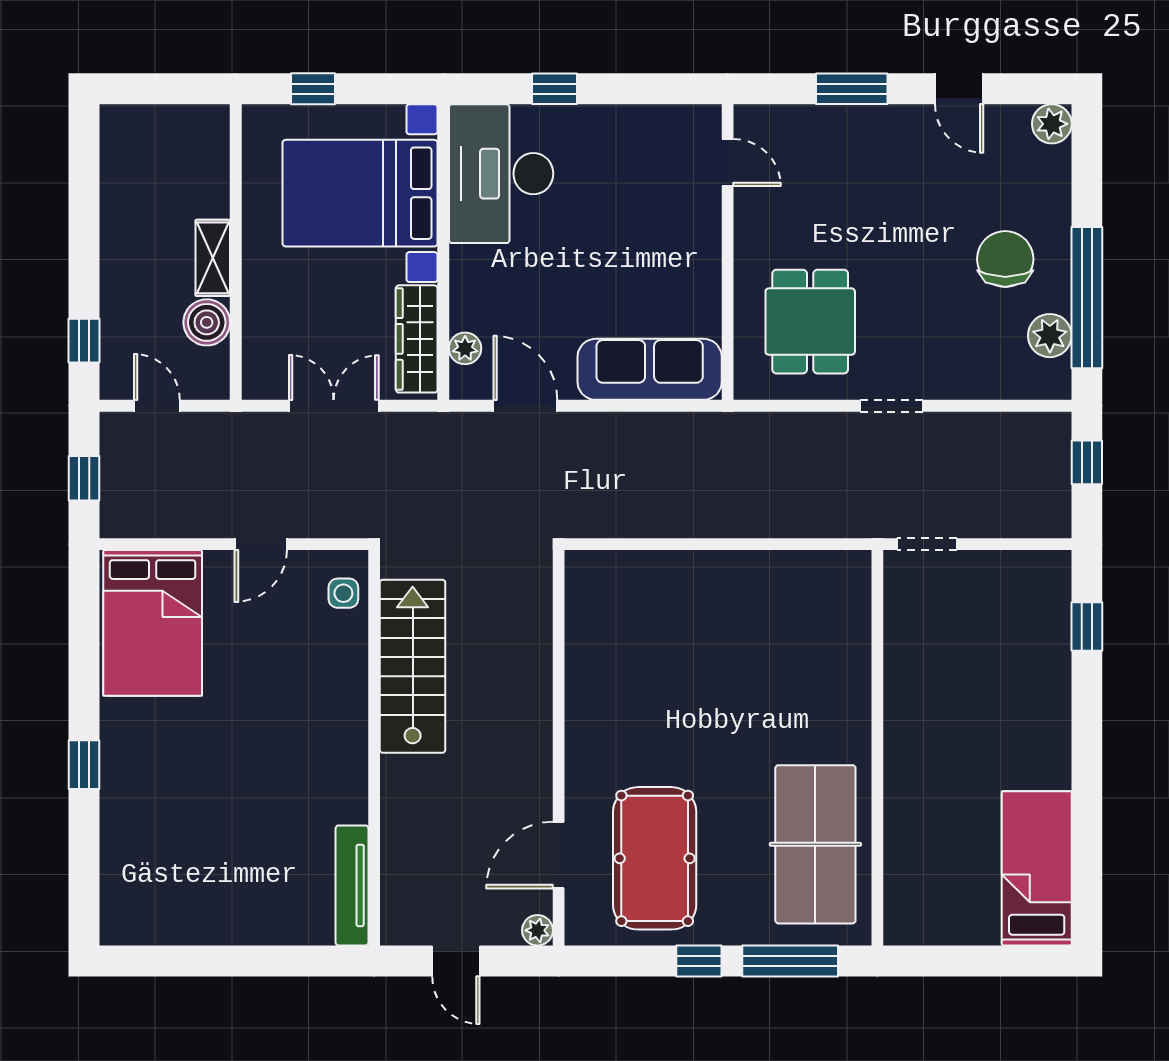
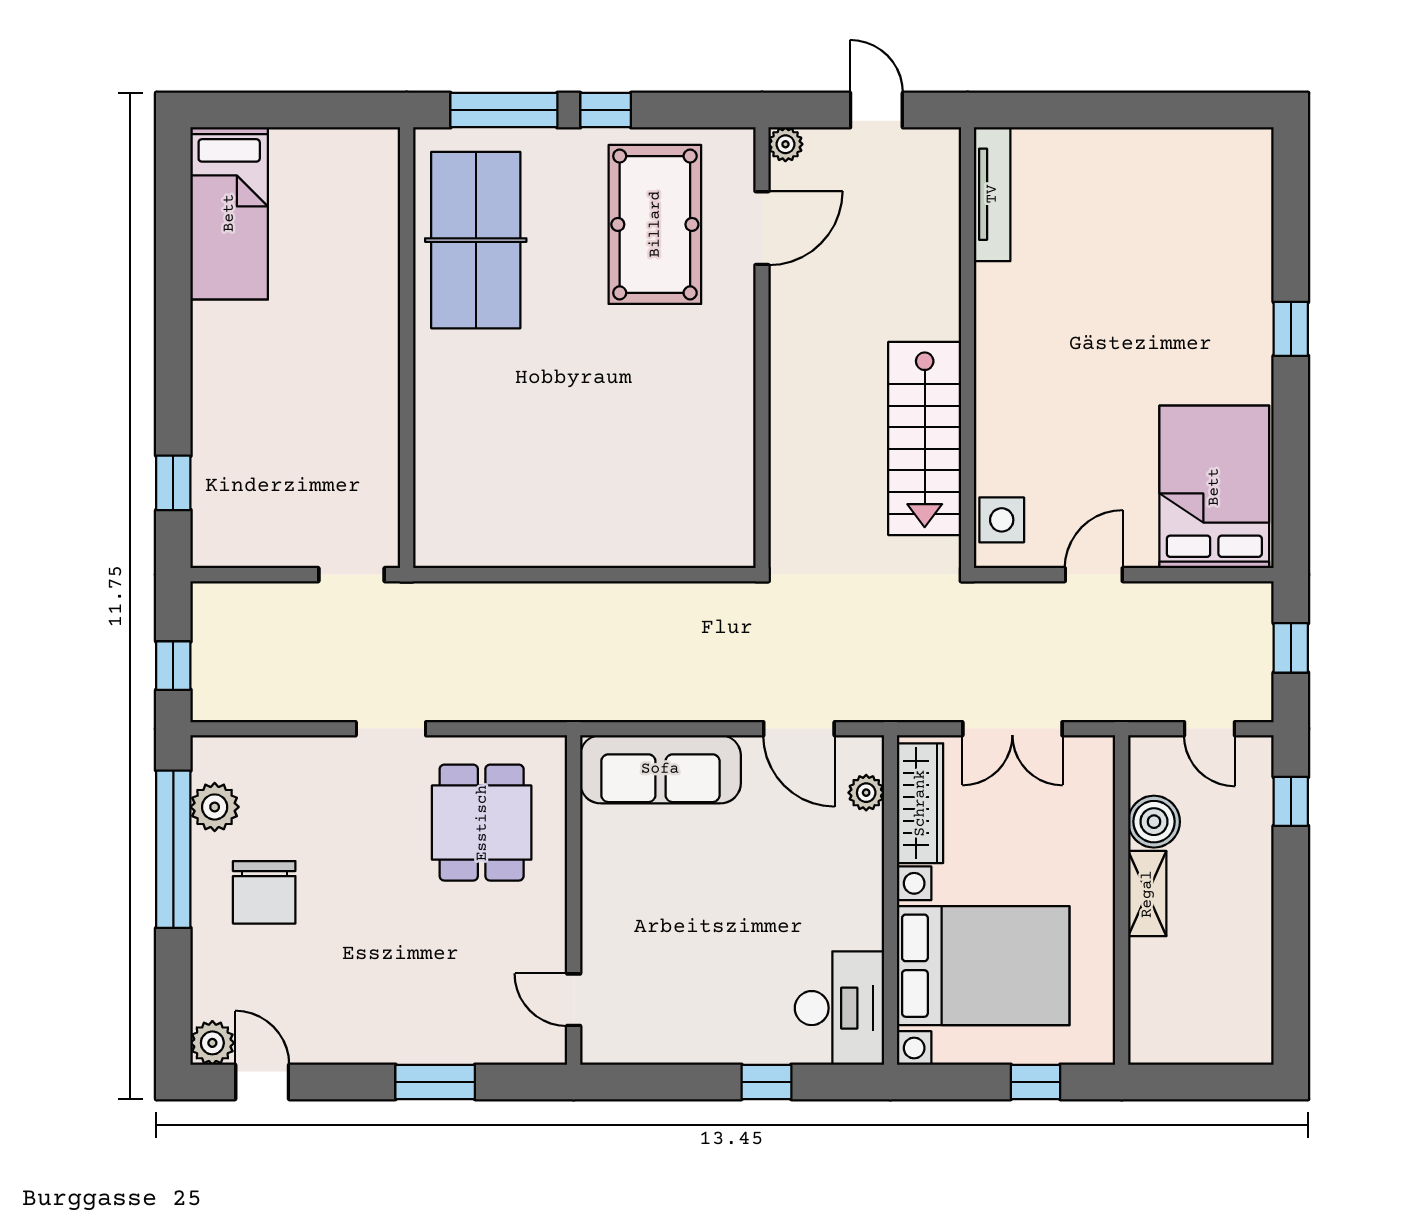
door: (959, 89) -> (262, 1082), moved
desk: (501, 174) -> (839, 1008), width x0.73, depth x0.77
side table: (343, 593) -> (1002, 520), width x1.37, depth x1.37

